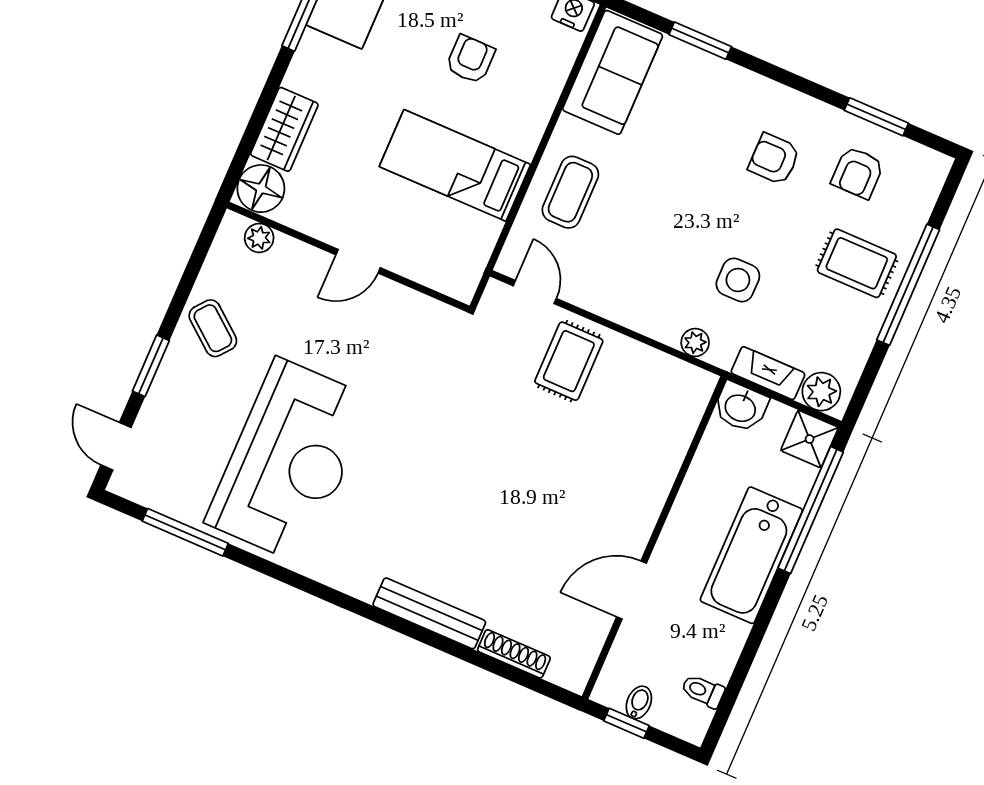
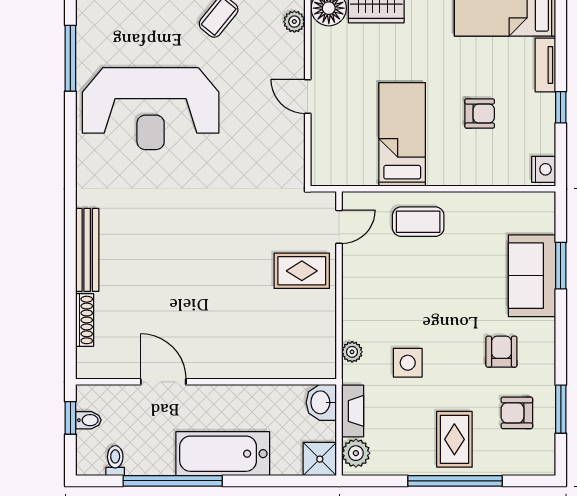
sofa: (613, 72) -> (532, 276), moved, turned 90
window: (811, 510) -> (173, 481), moved

